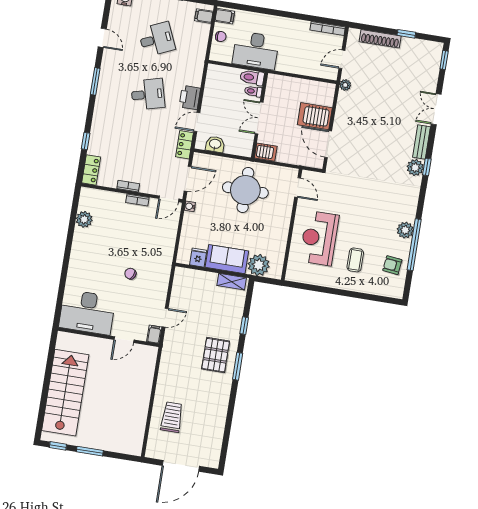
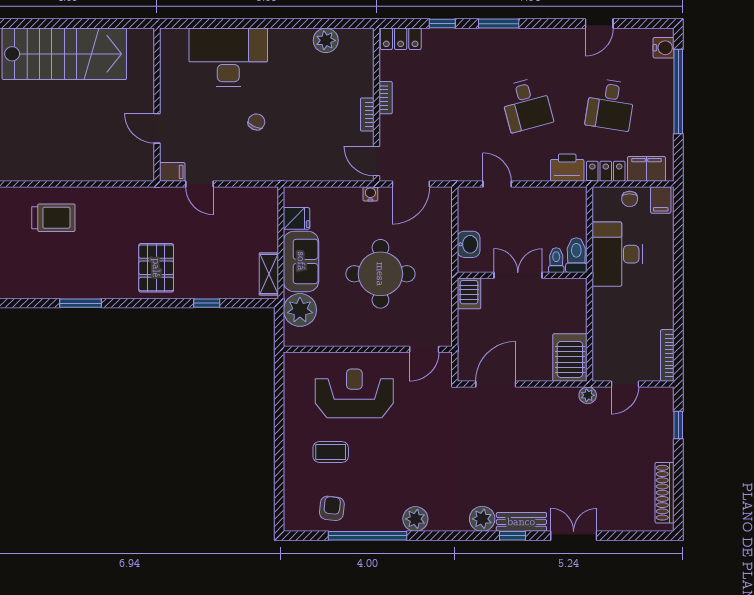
filing cabinet: (204, 16) -> (647, 169), width x2.00
window: (406, 34) -> (678, 425), moved
desk: (157, 39) -> (610, 105), turned 33
shoe rack: (380, 39) -> (665, 493), moved
door: (342, 59) -> (625, 384), swing flipped
window: (444, 60) -> (649, 536), removed
window: (95, 81) -> (499, 24), moved
printer: (190, 97) -> (567, 168), moved
server rack: (315, 116) -> (570, 358), moved
washbasin: (215, 144) -> (469, 244), moved
locker: (185, 145) -> (606, 171), moved
window: (427, 167) -> (513, 536), moved
door: (188, 179) -> (411, 184), hinge flipped
round table: (245, 190) -> (380, 274), moved
plant: (405, 230) -> (415, 519), moved
desk: (87, 312) -> (228, 57), moved, turned 90
pallet: (216, 355) -> (156, 268), turned 90
window: (238, 366) -> (81, 303), moved

